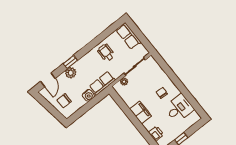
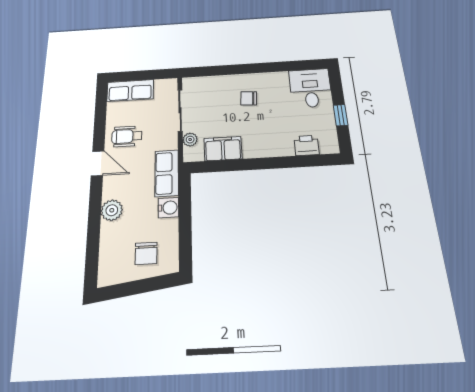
window: (70, 62) -> (95, 199), removed
door: (48, 80) -> (98, 163), moved
desk: (179, 108) -> (310, 88), moved
filing cabinet: (141, 112) -> (223, 149), moved

